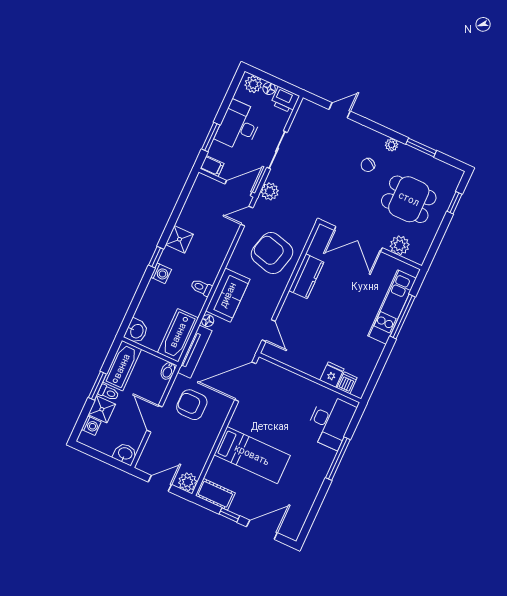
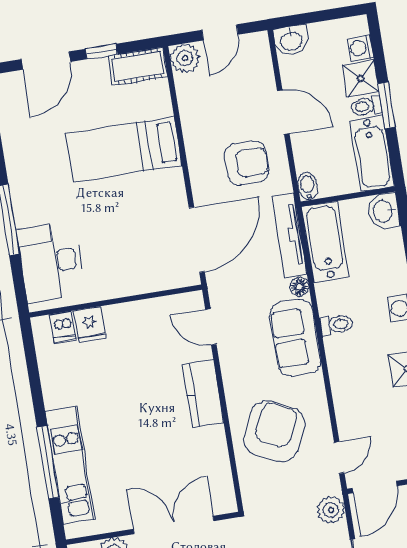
armchair: (272, 253) -> (274, 431), turned -79
kitchen counter: (306, 276) -> (203, 393), moved

